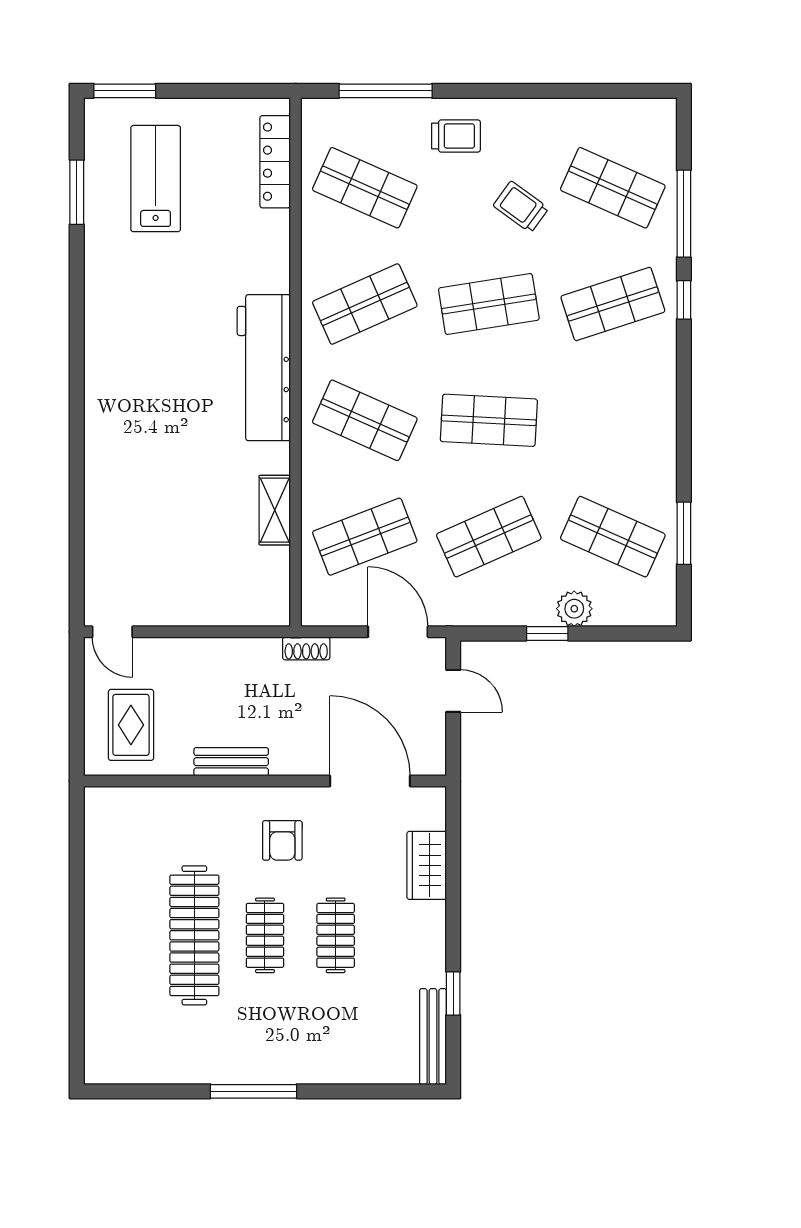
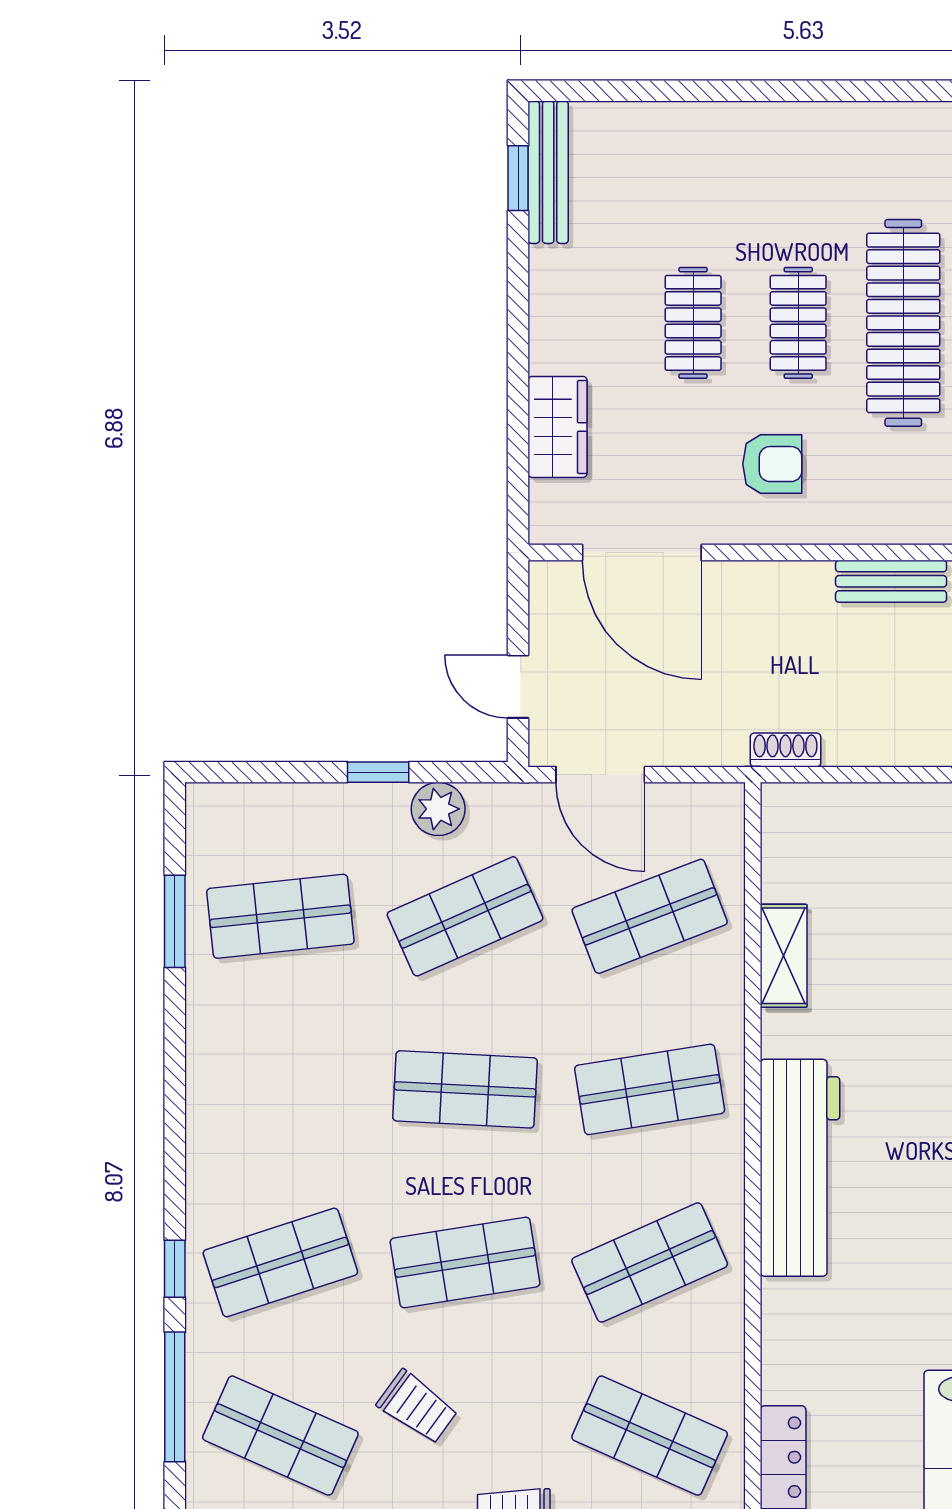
shop shelf: (365, 420) -> (650, 1089), turned -33
shop shelf: (613, 537) -> (280, 916), turned -30
plant: (574, 609) -> (438, 809), moved
shoe rack: (306, 648) -> (785, 750), moved
bench: (231, 762) -> (891, 581), moved
armchair: (282, 840) -> (772, 464), turned 90
window: (453, 993) -> (518, 178), moved
window: (254, 1091) -> (815, 91), removed

